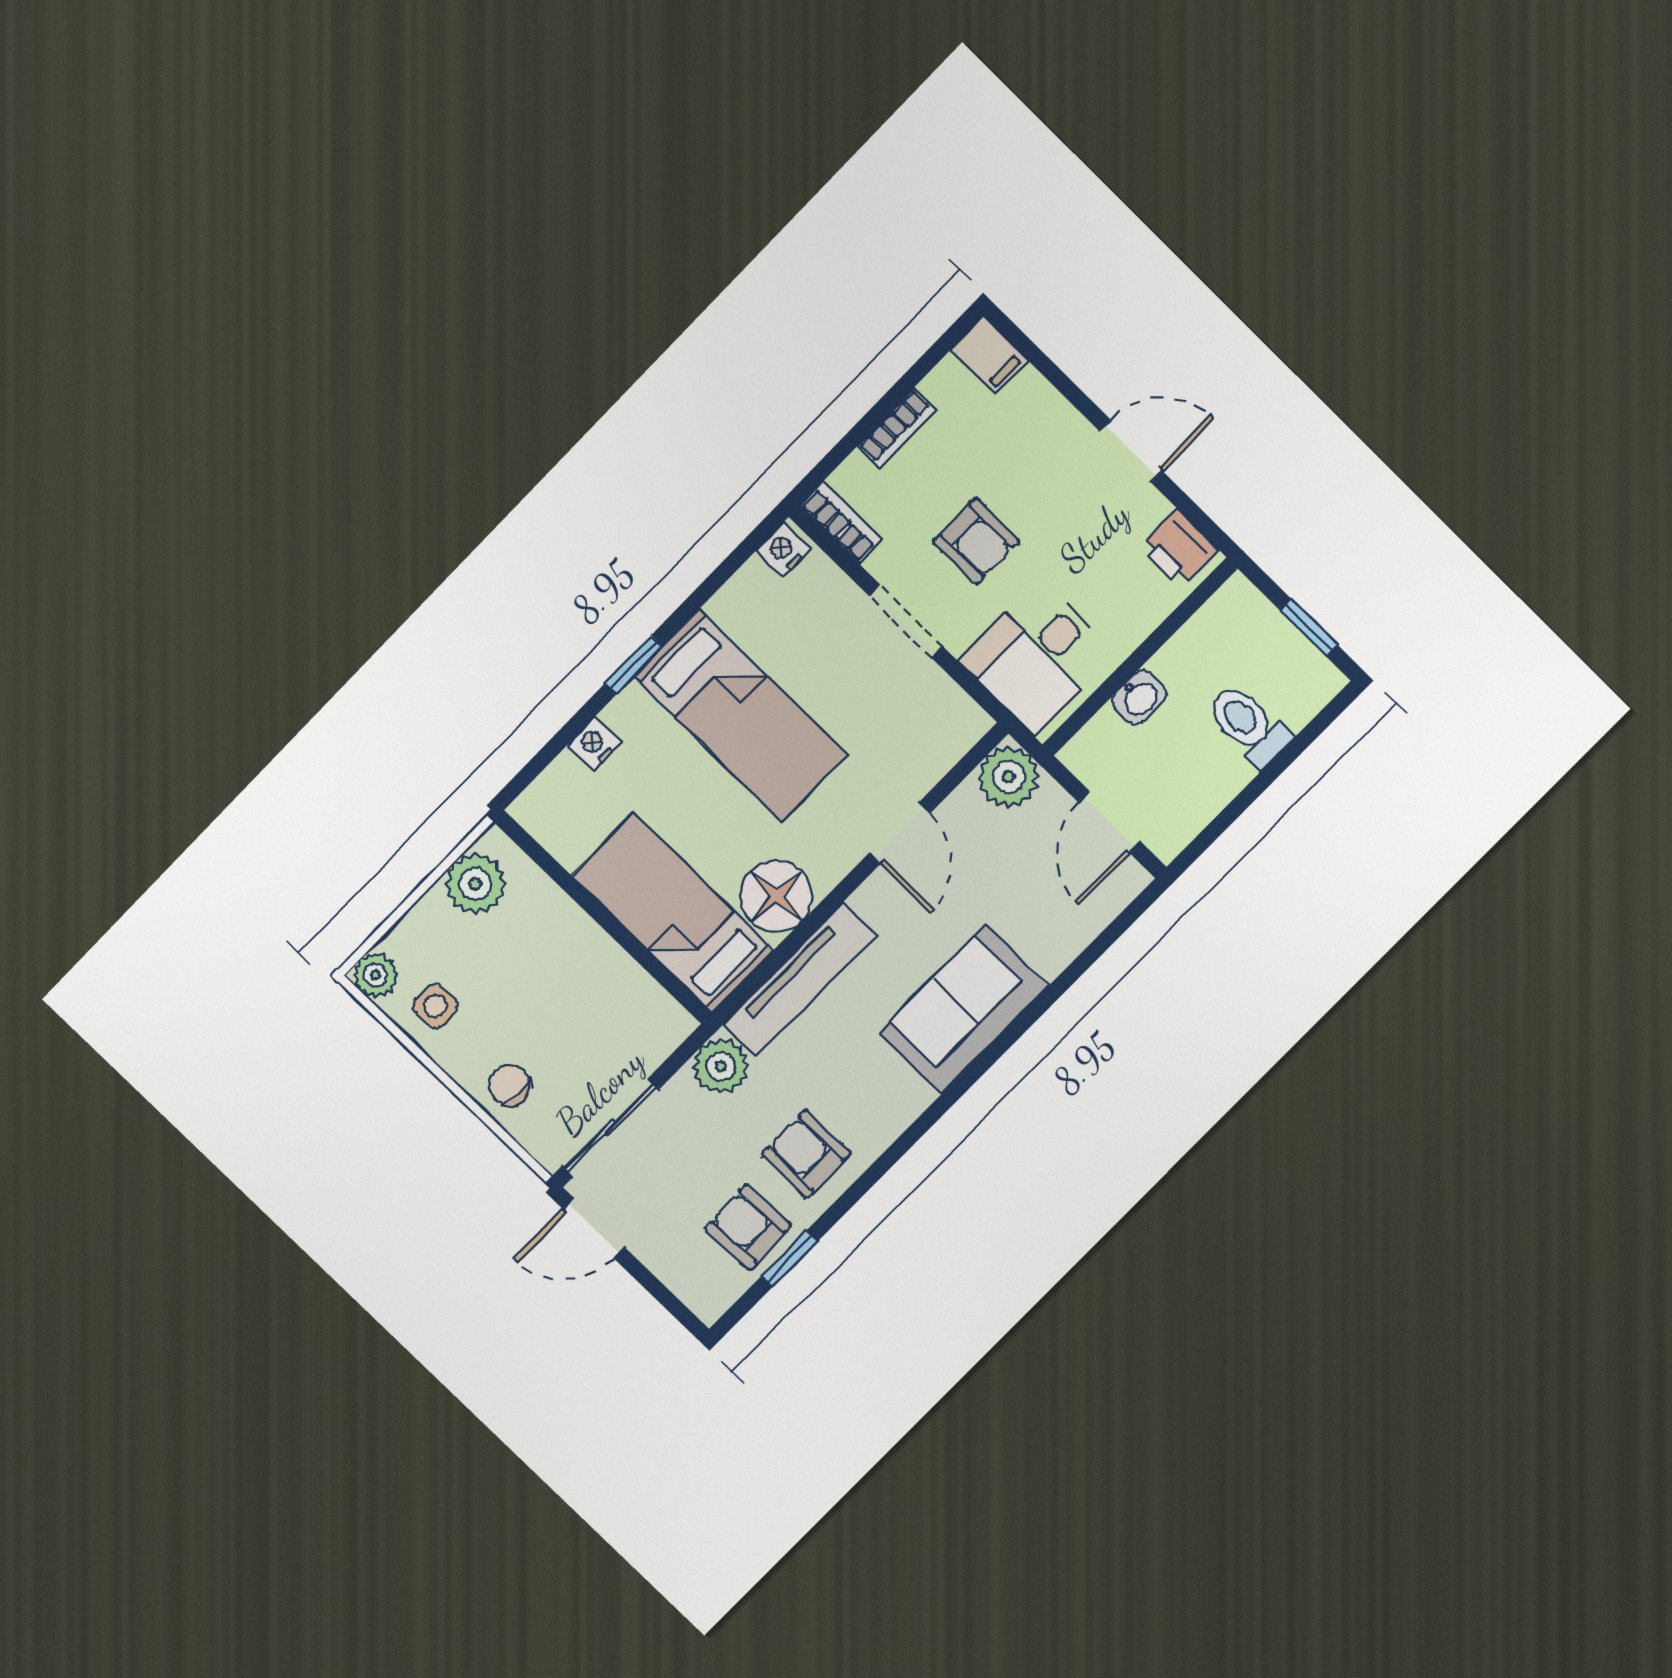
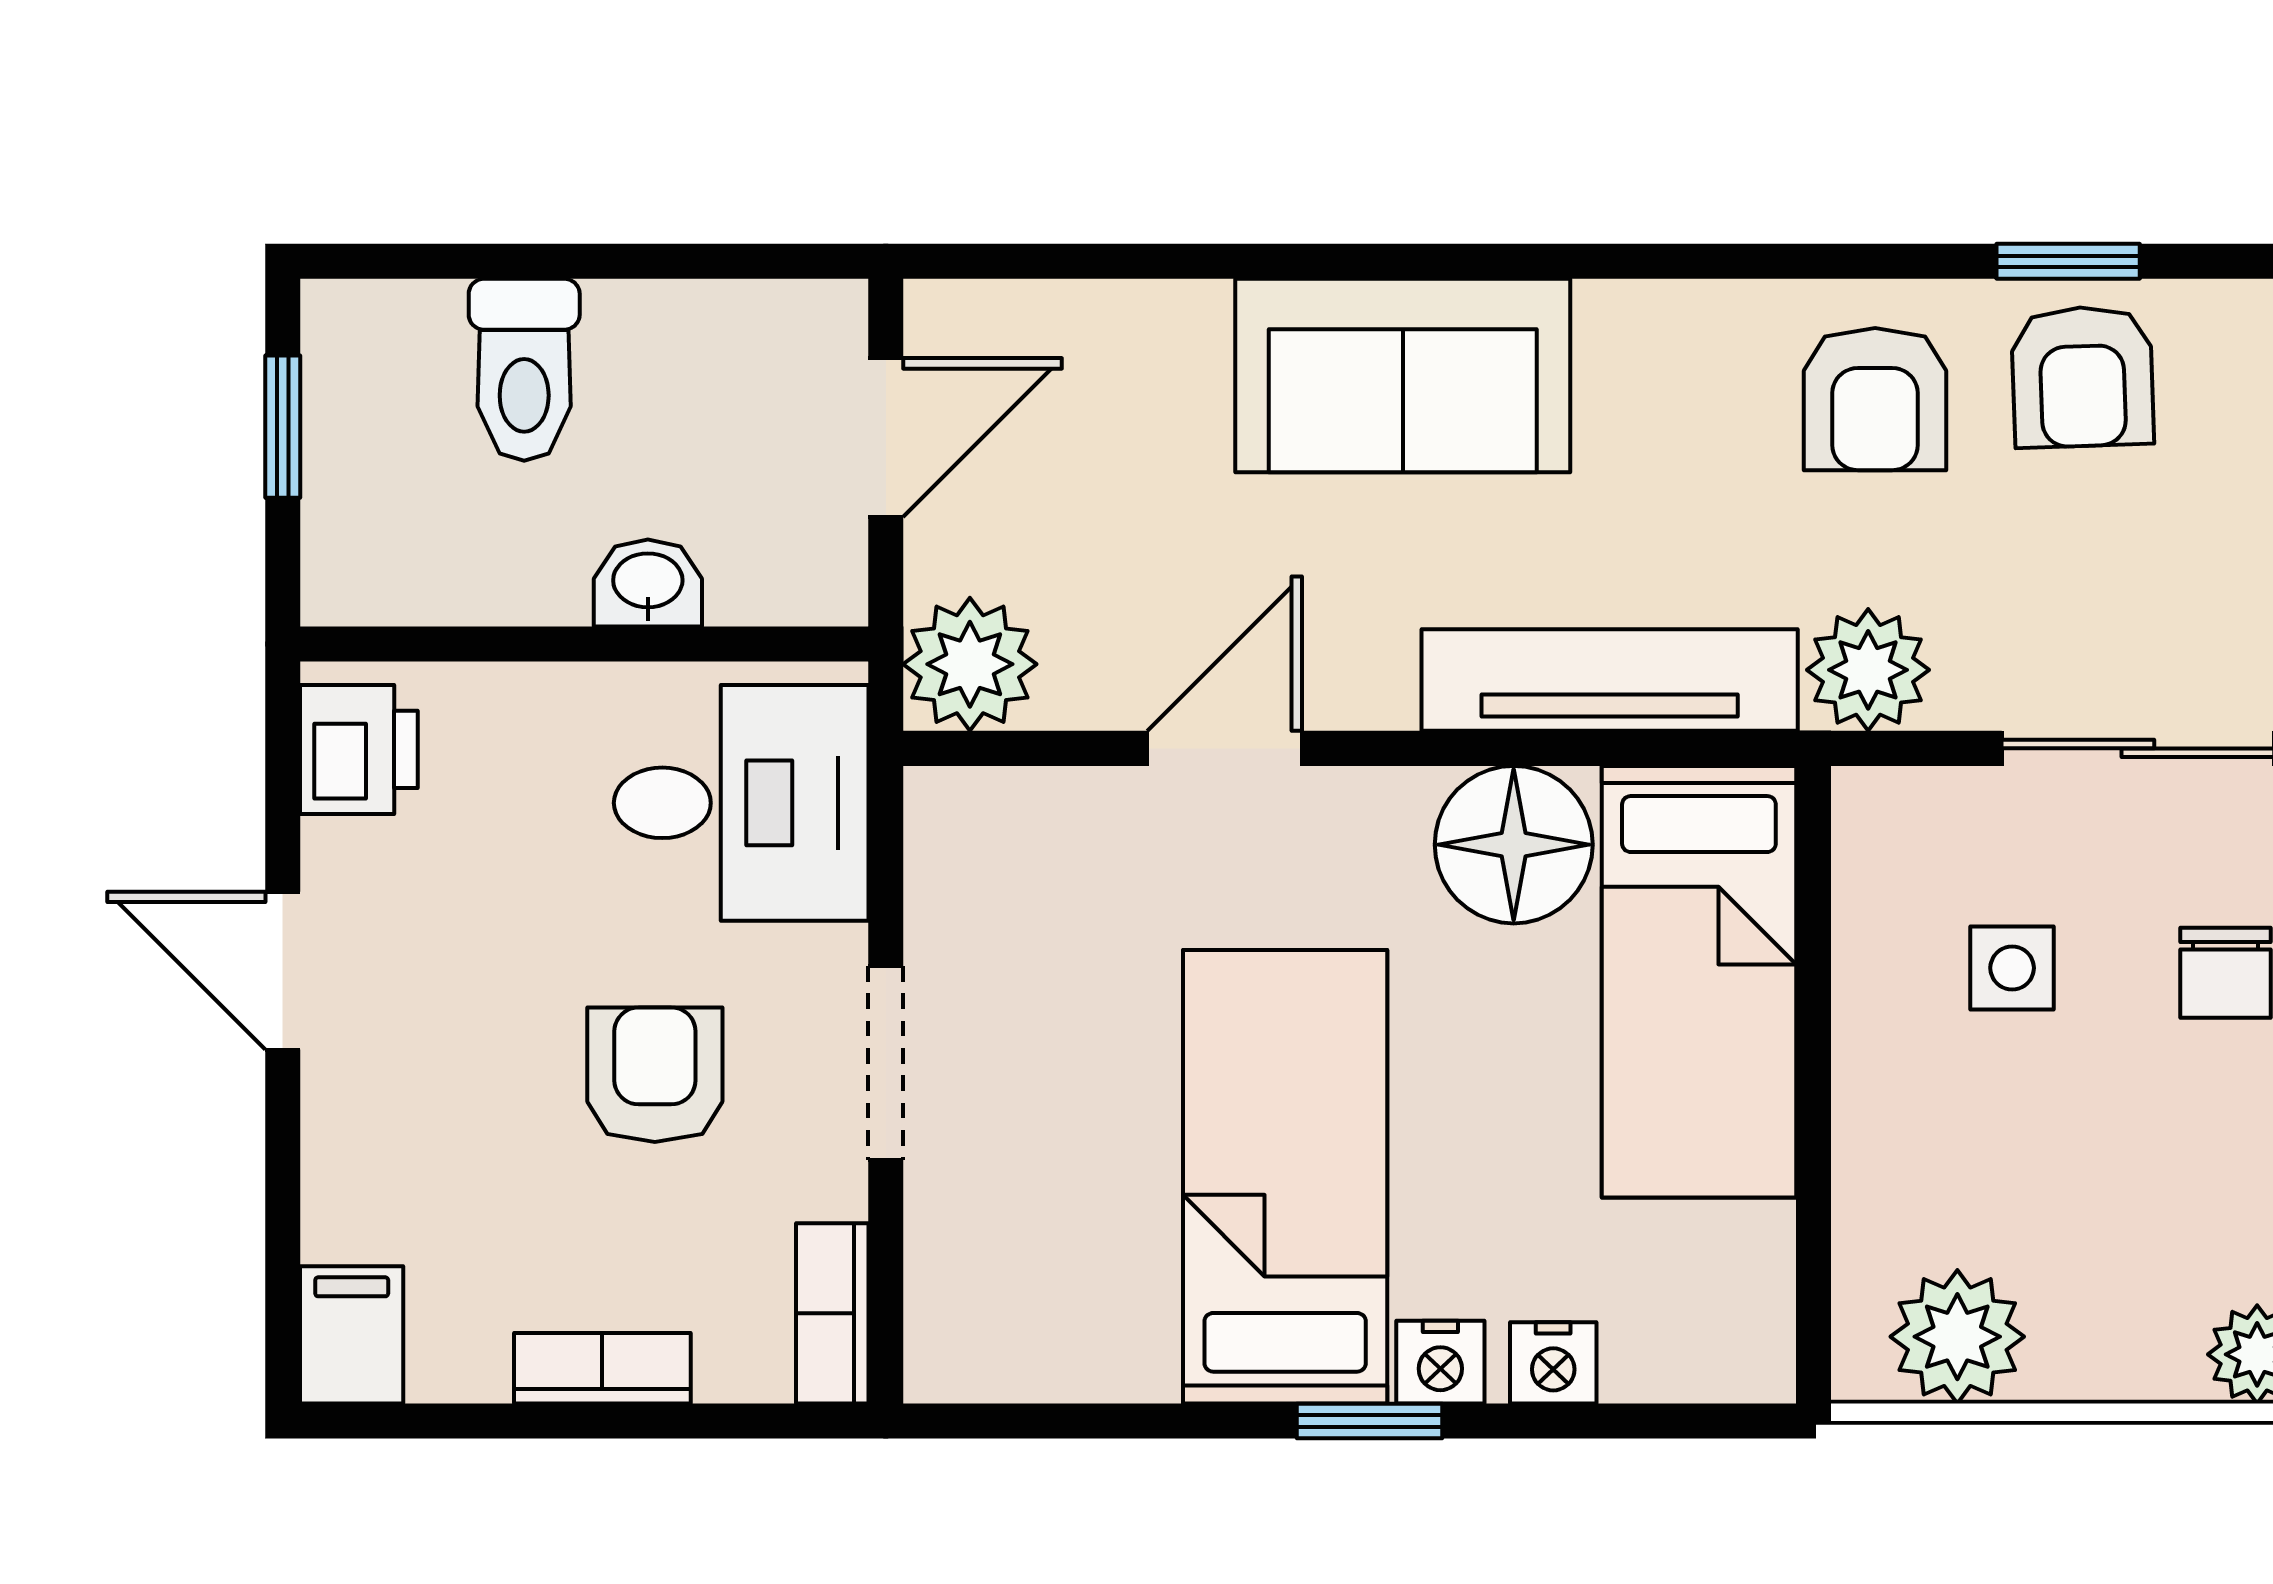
nightstand: (783, 550) -> (1440, 1362), moved
side table: (435, 1006) -> (2012, 968), moved

